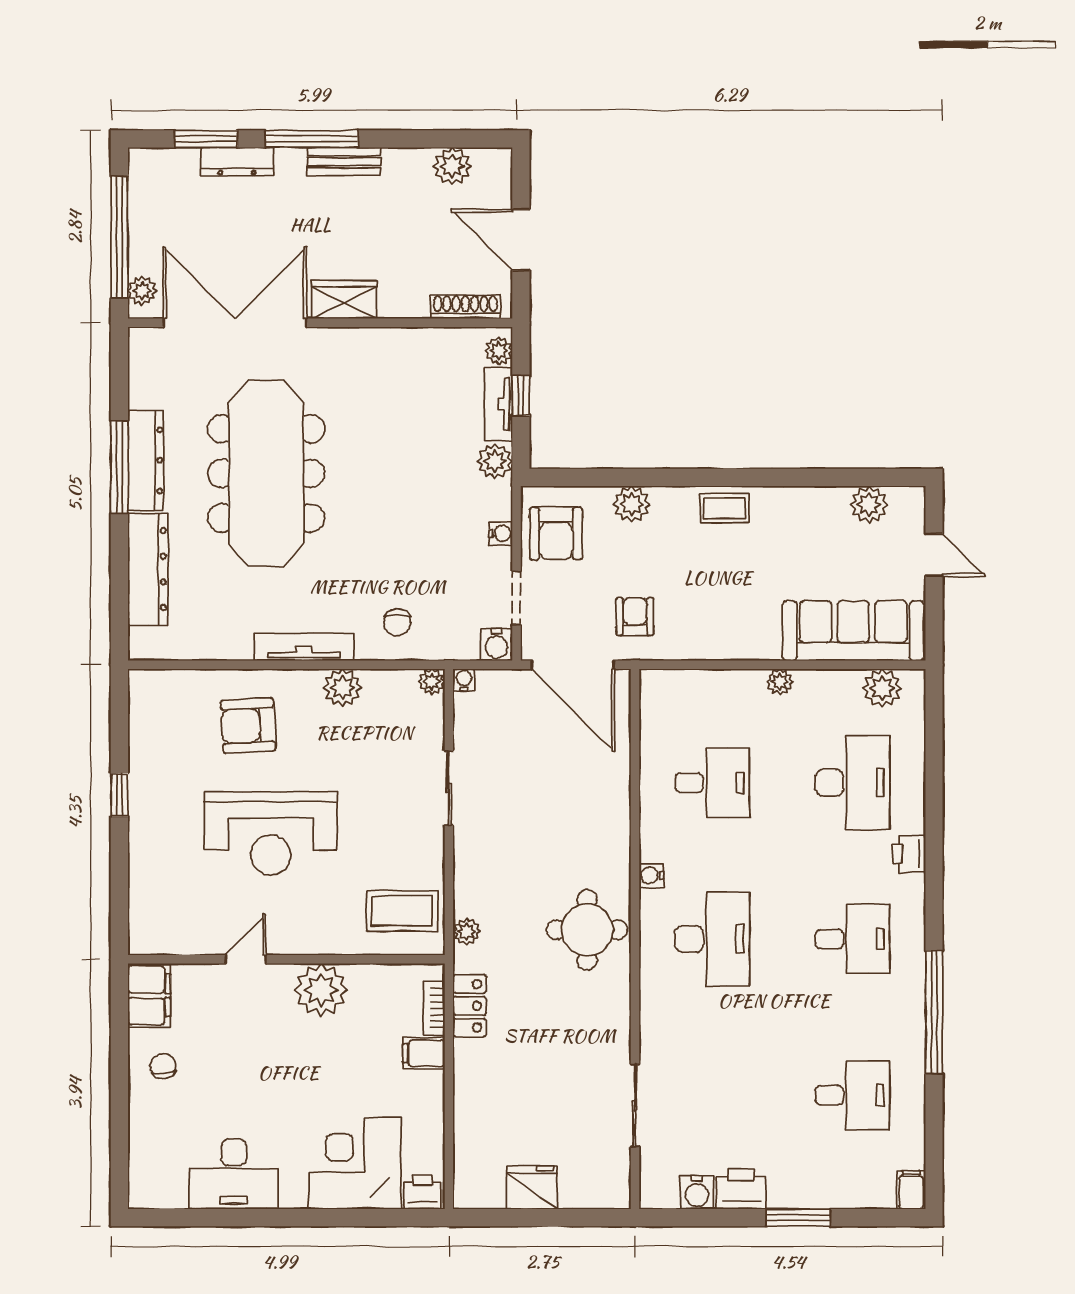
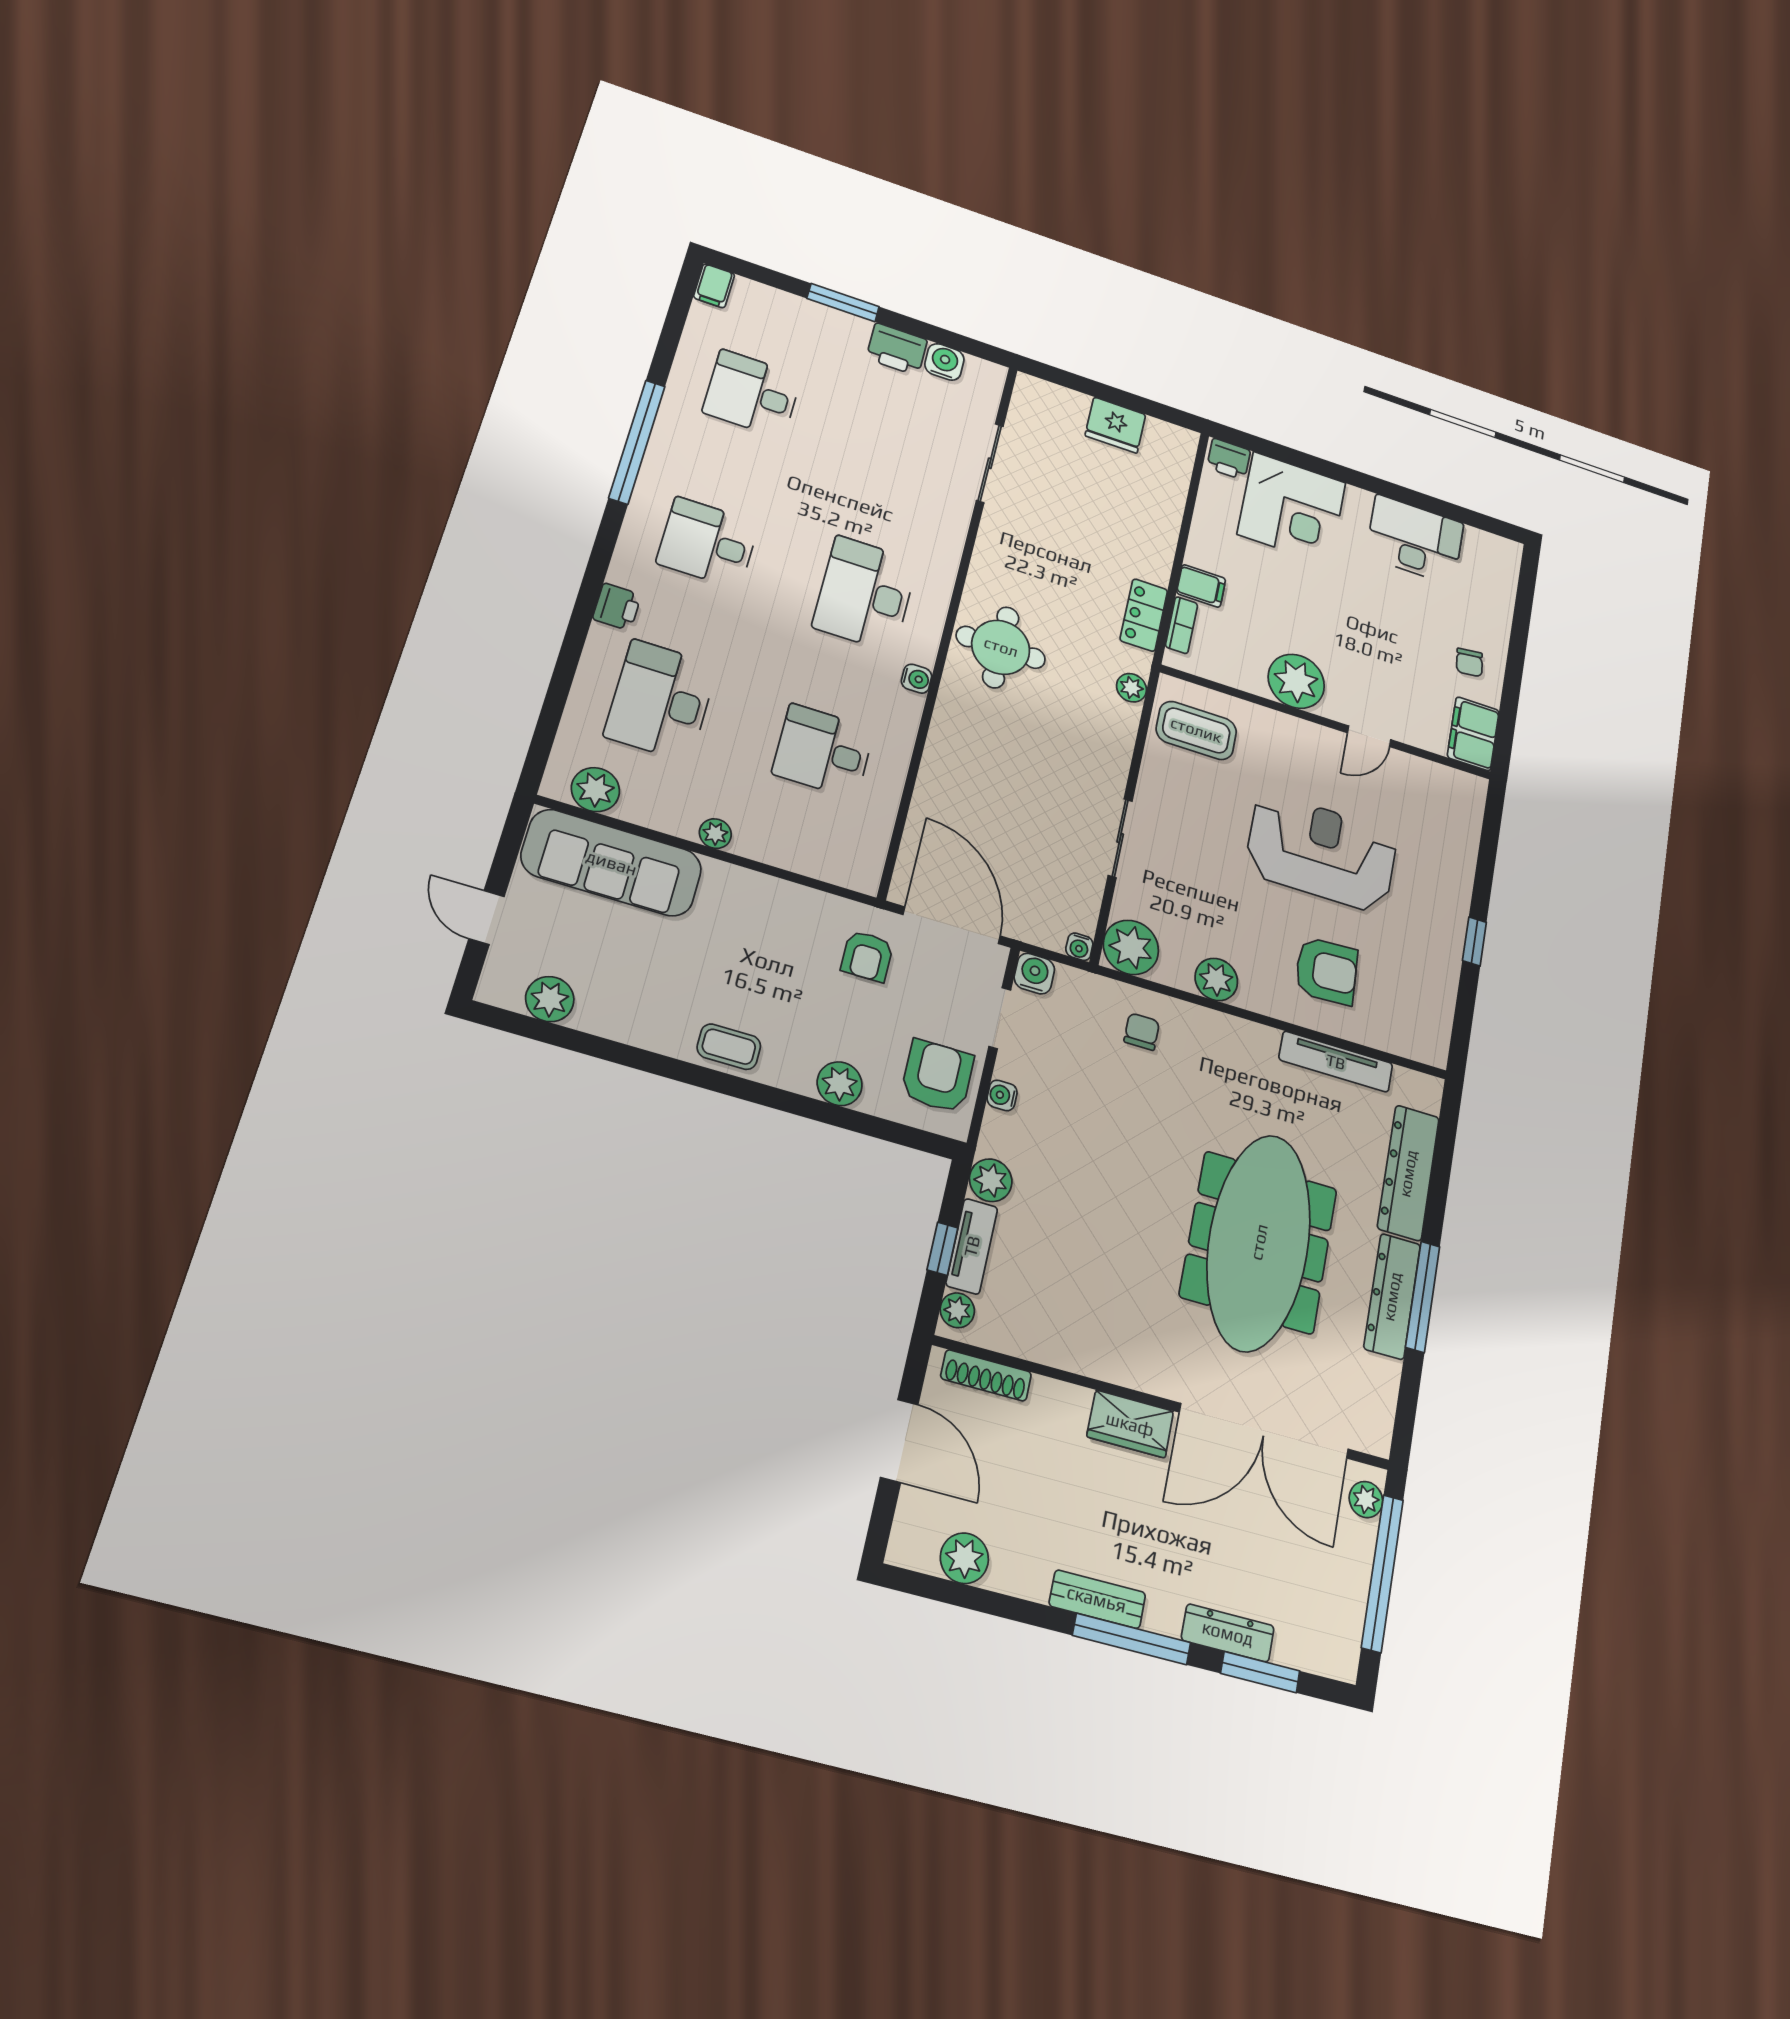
tv unit: (304, 647) -> (1336, 1062), moved
plant: (432, 682) -> (1131, 947), width x1.87, depth x1.87

